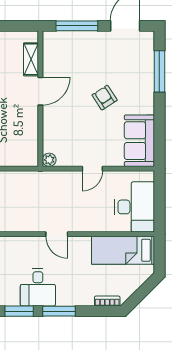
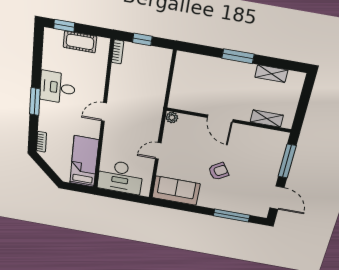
door: (40, 91) -> (220, 119), moved
door: (92, 169) -> (158, 151), hinge flipped
window: (19, 311) -> (37, 67), removed

